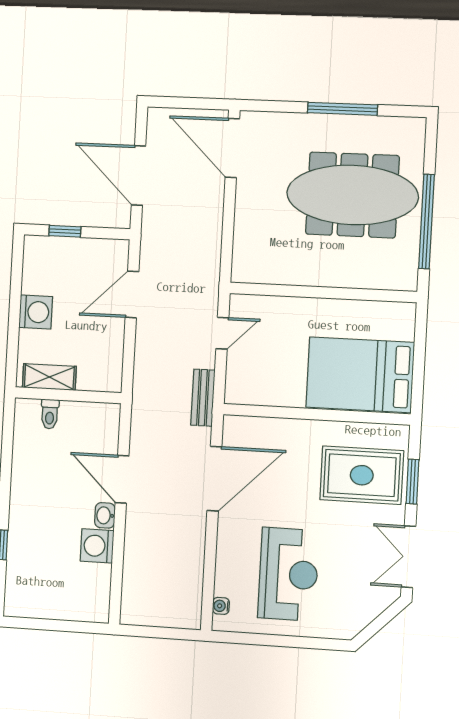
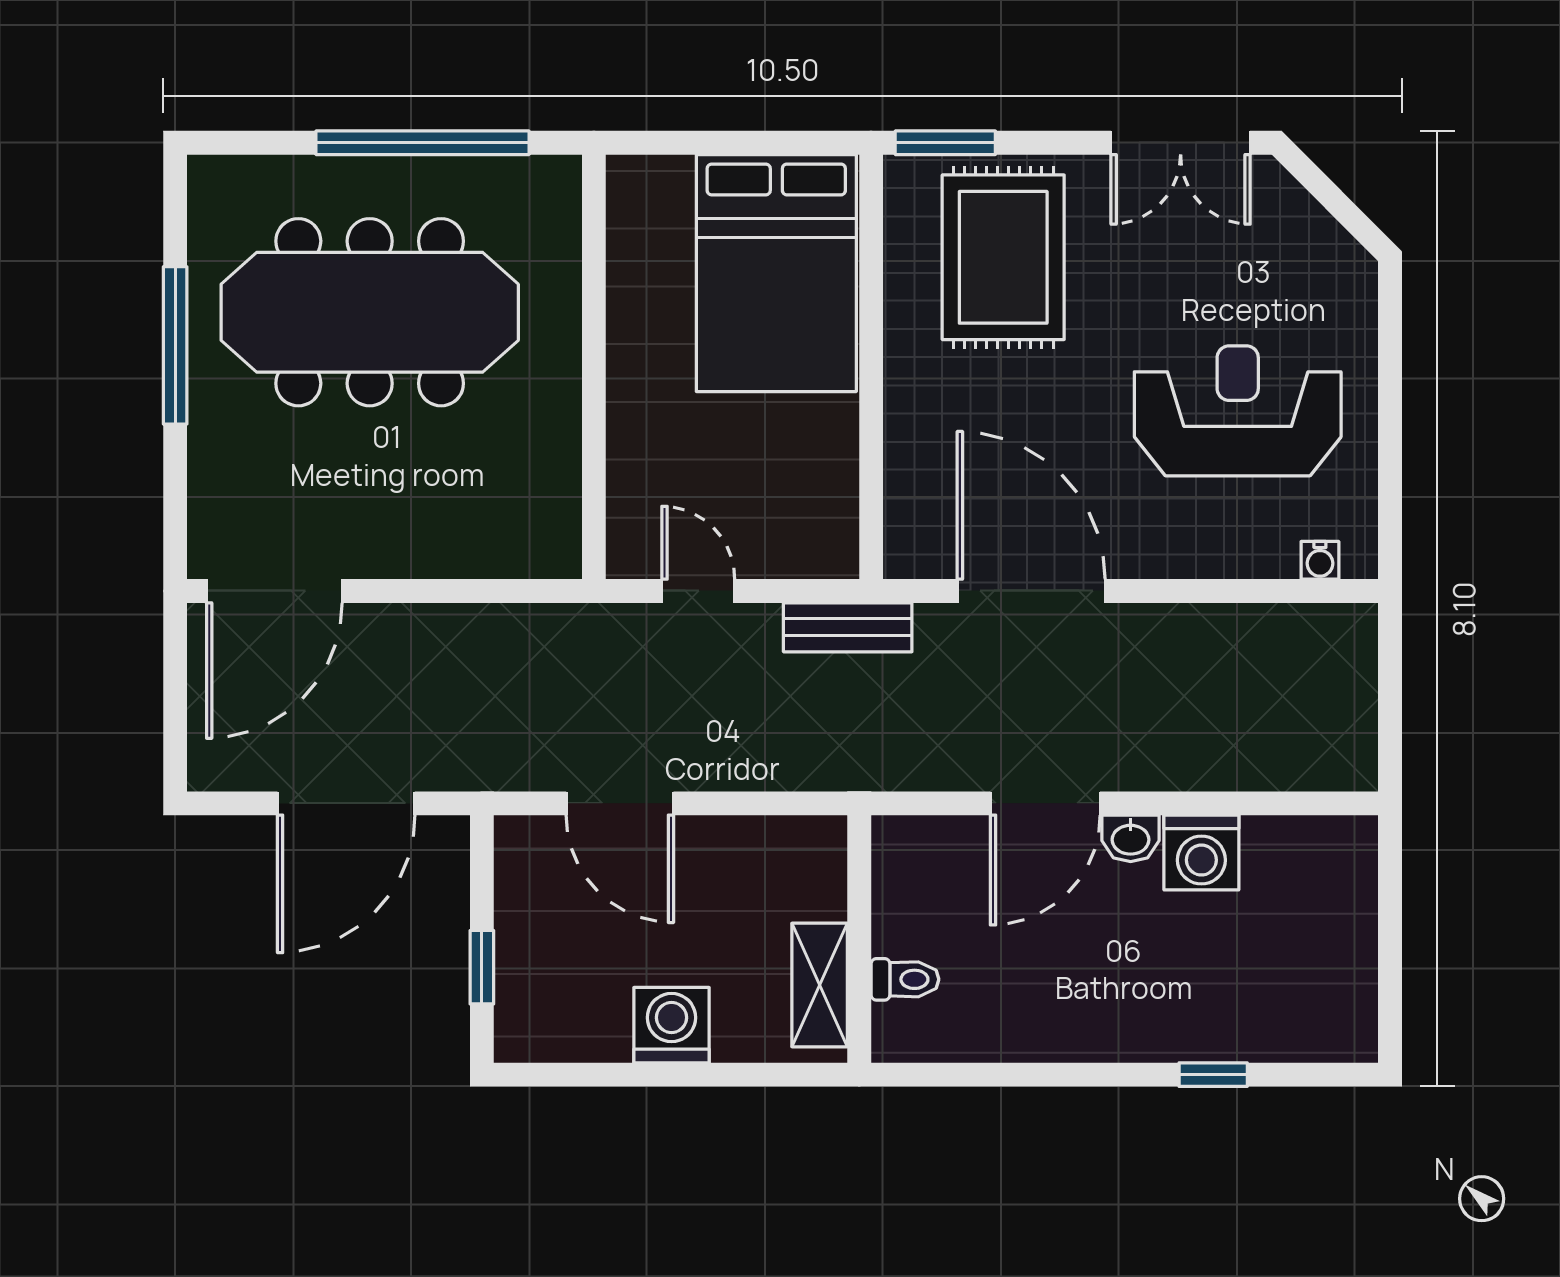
meeting table: (352, 195) -> (370, 312), turned 90
window: (412, 482) -> (945, 143), moved

